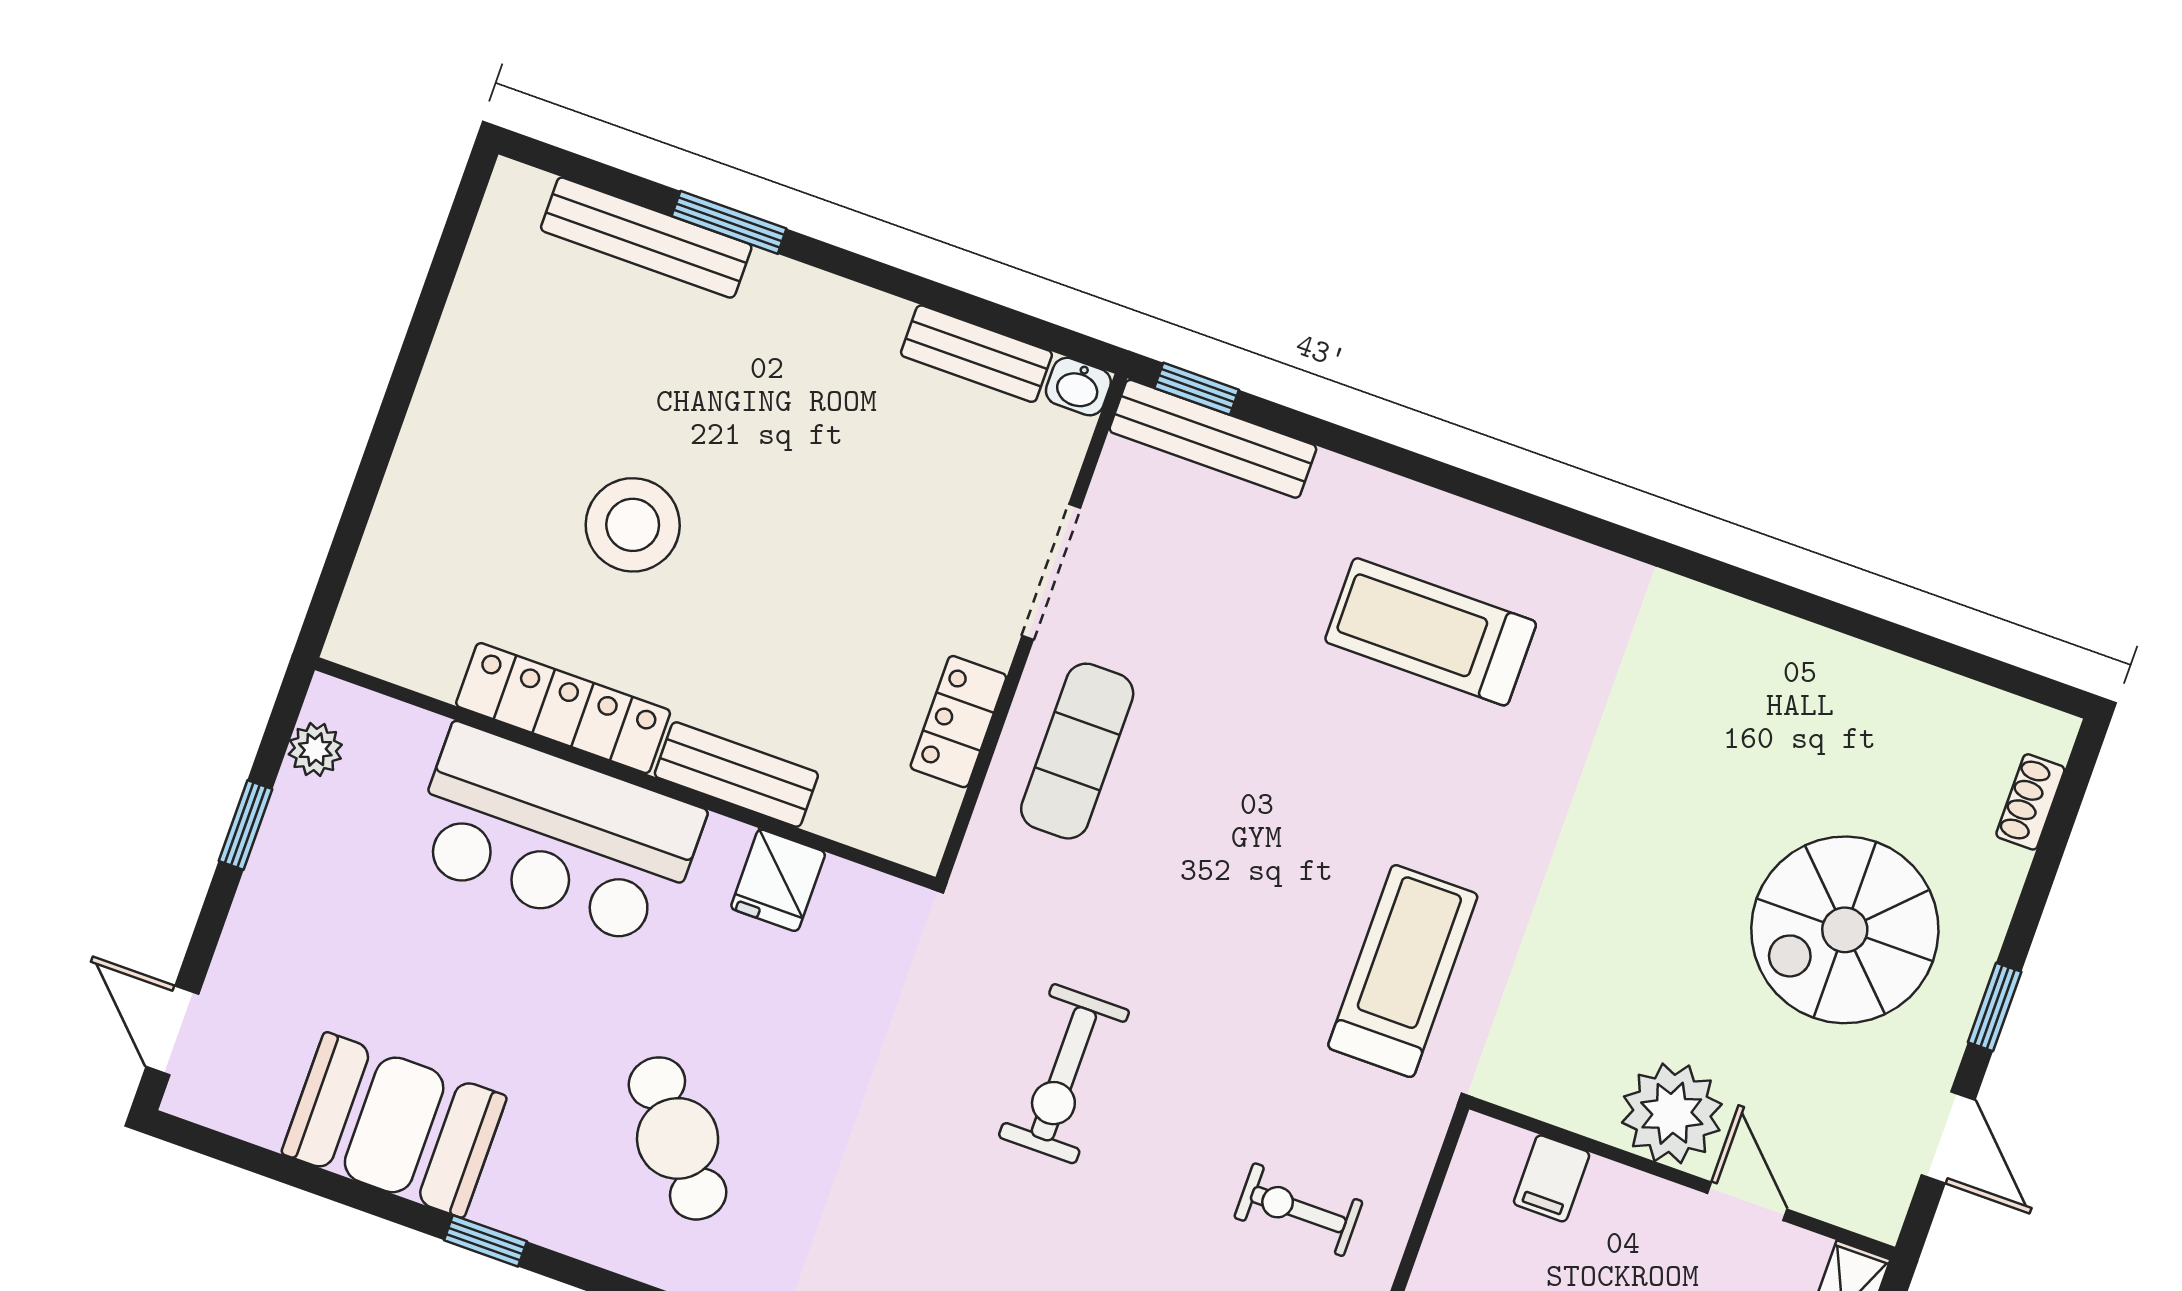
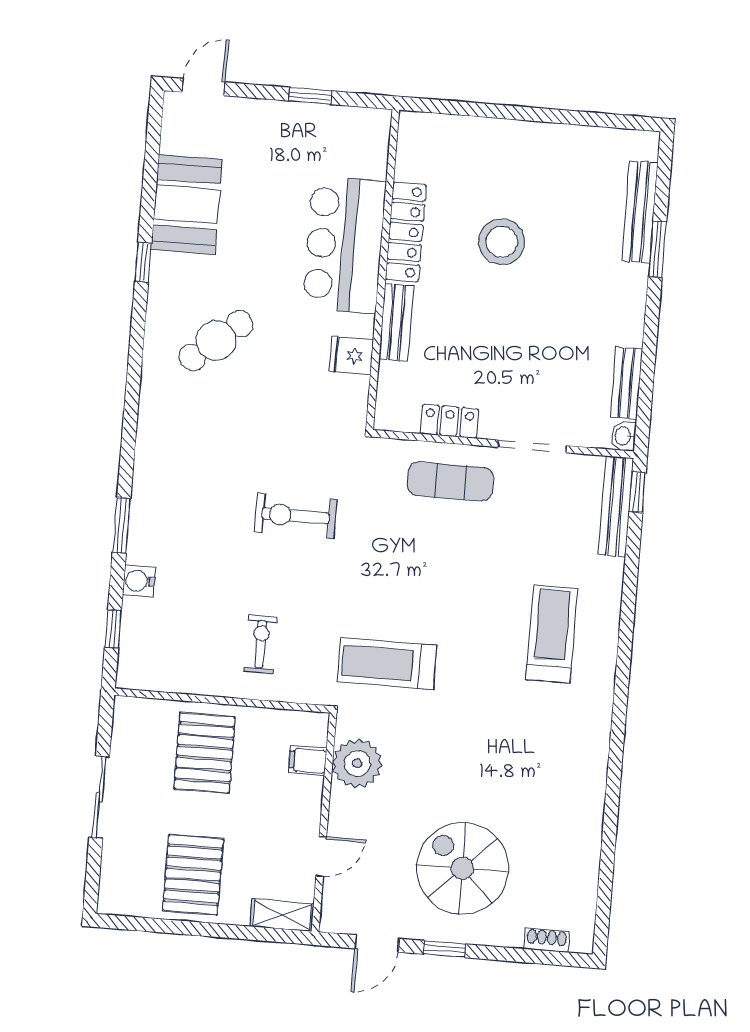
plant: (315, 750) -> (355, 120), removed
treadmill: (1403, 971) -> (387, 664), turned 180
plant: (1672, 1113) -> (357, 763), moved

